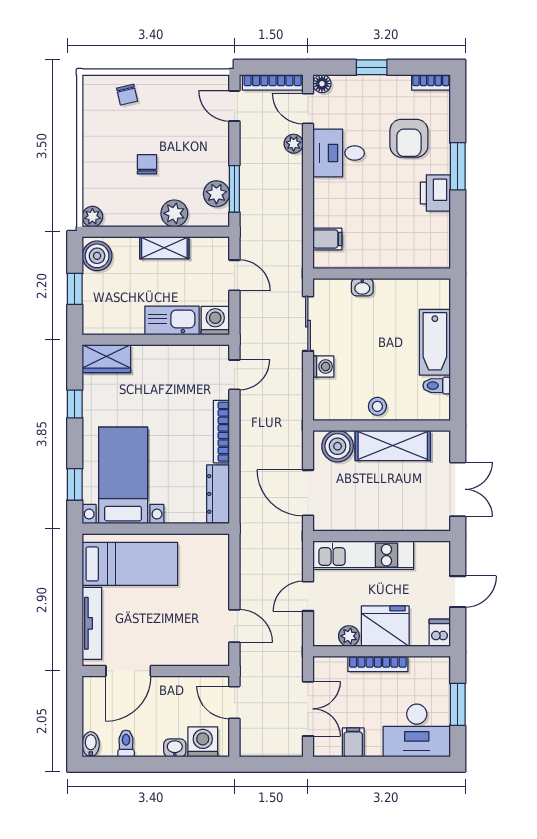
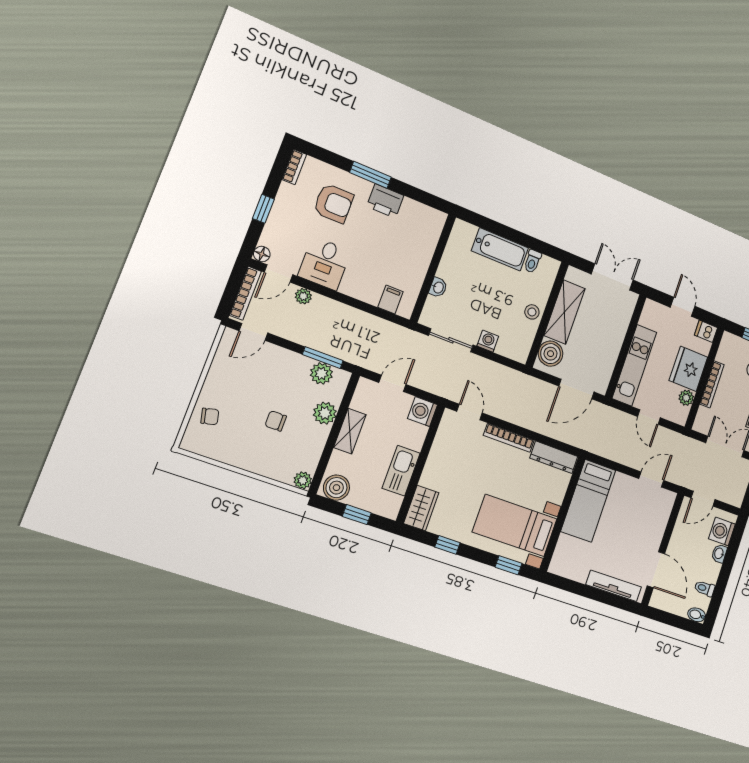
kitchen sink: (172, 320) -> (401, 471), moved
bed: (130, 564) -> (588, 501), moved, turned 180

